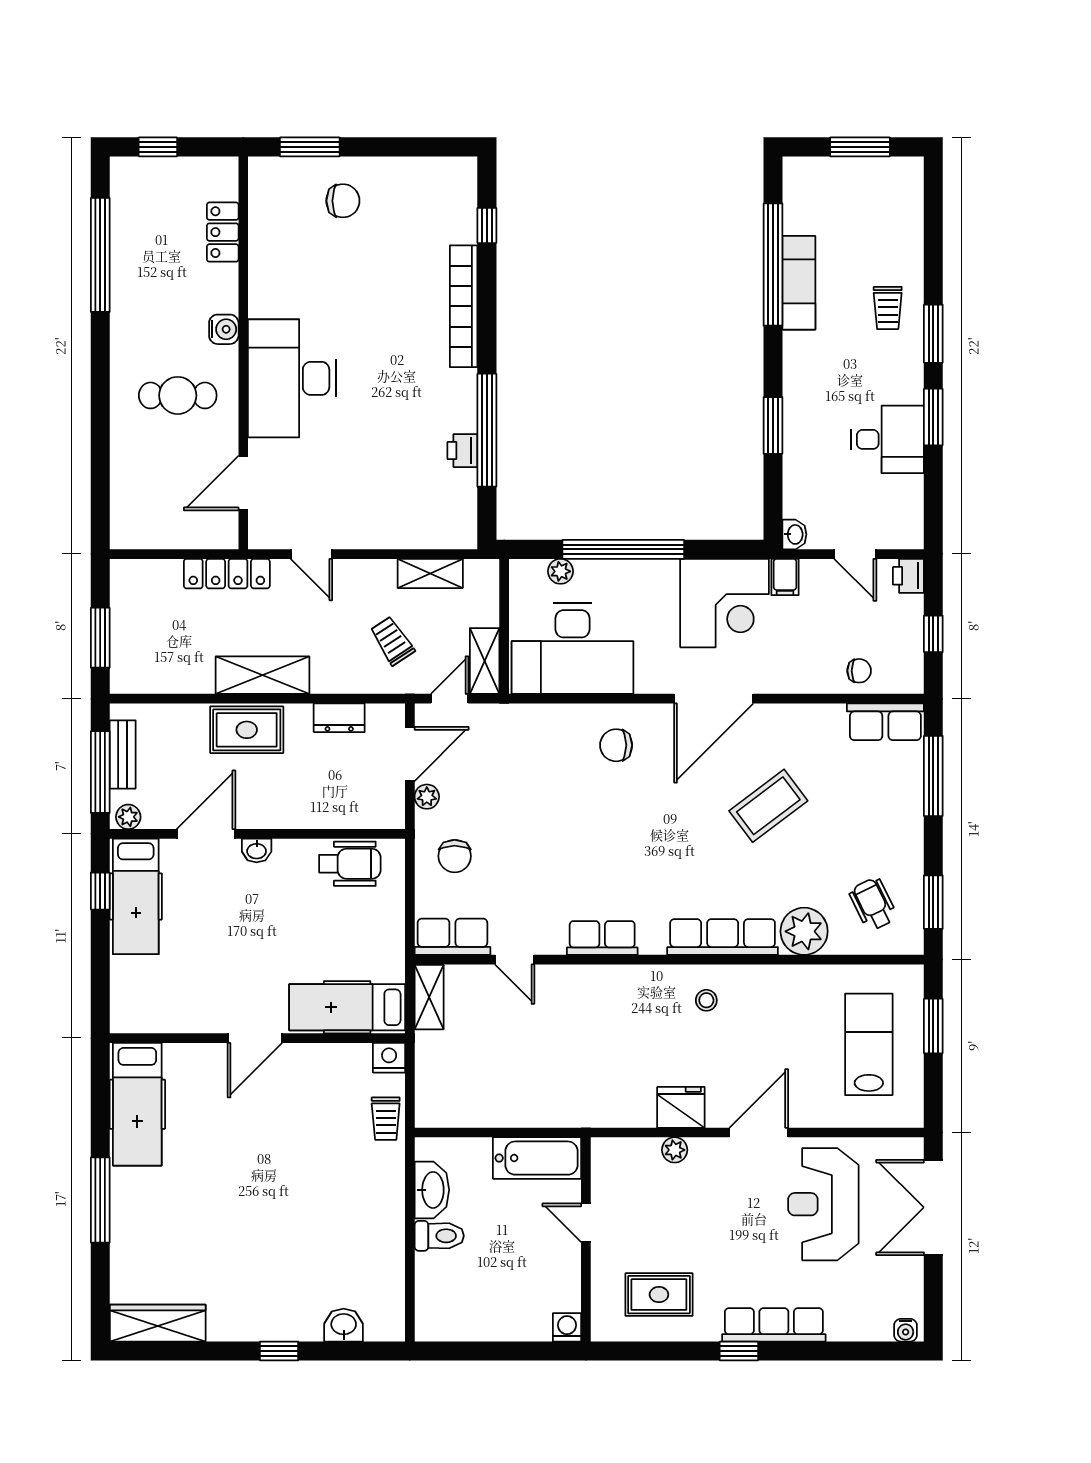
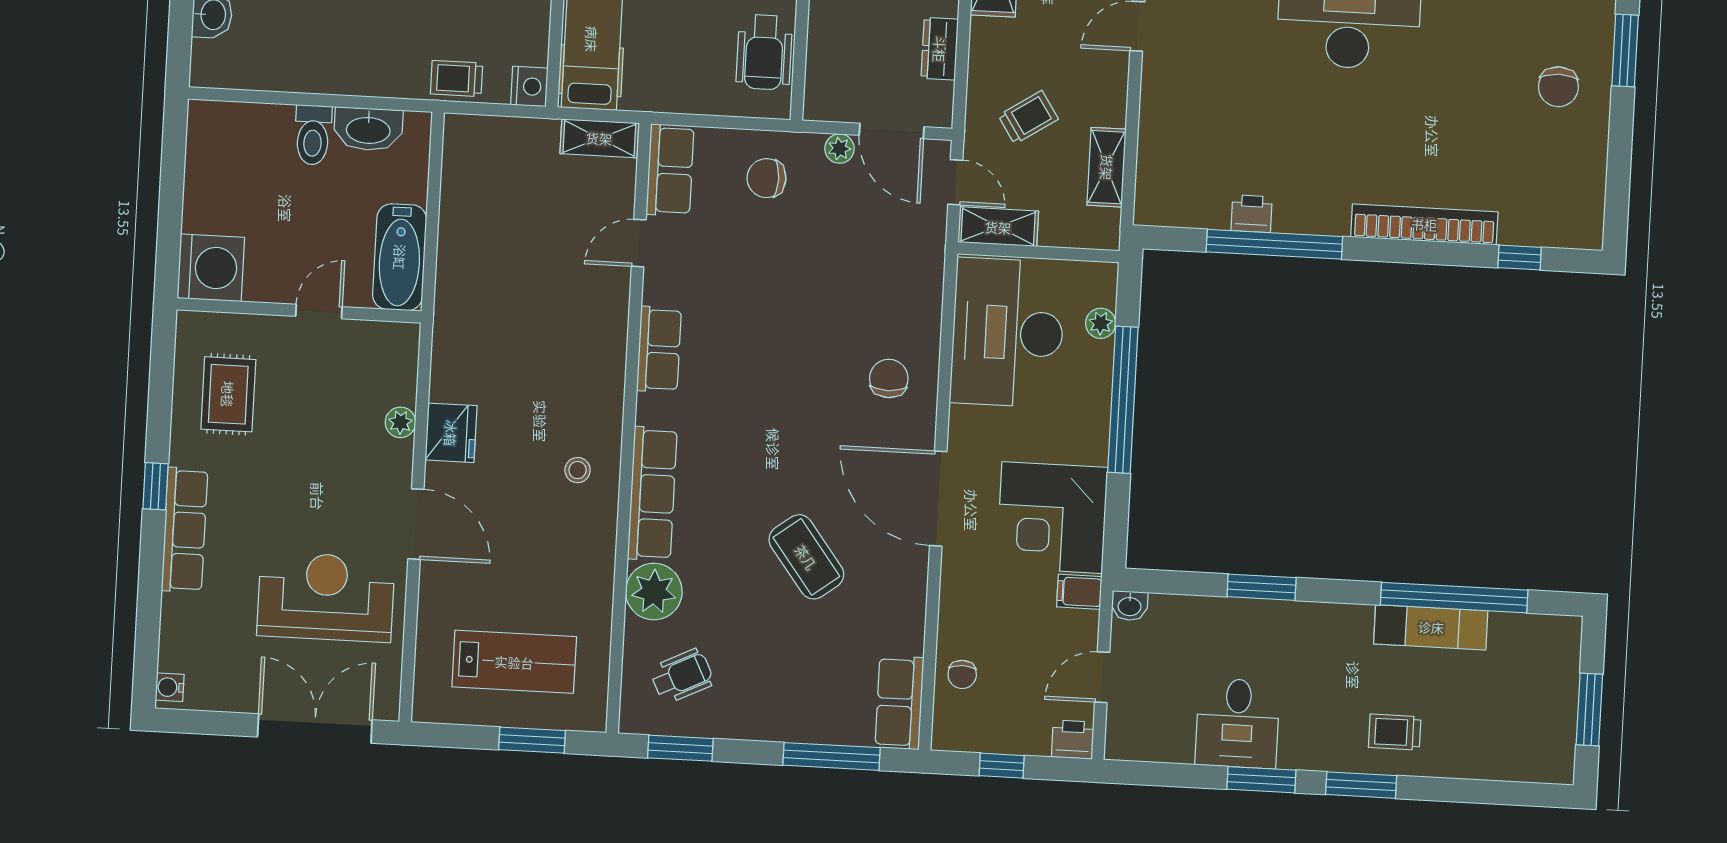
washing machine: (567, 1327) -> (211, 268), width x1.89, depth x1.89

